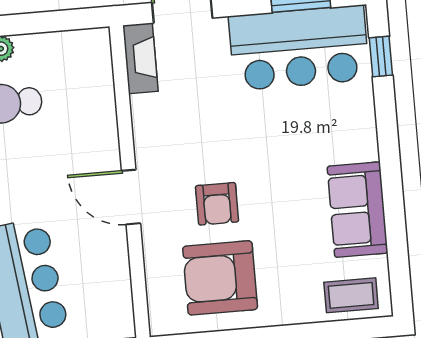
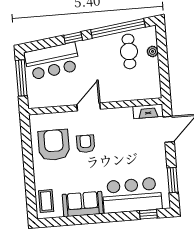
bar counter: (299, 48) -> (132, 195), moved, turned 90
armchair: (217, 204) -> (86, 144), turned 90

